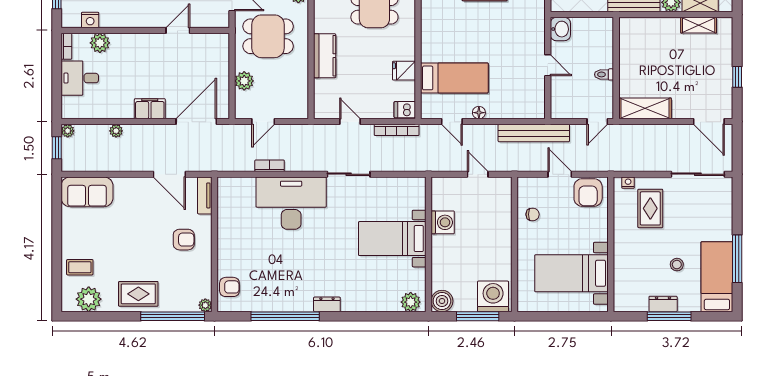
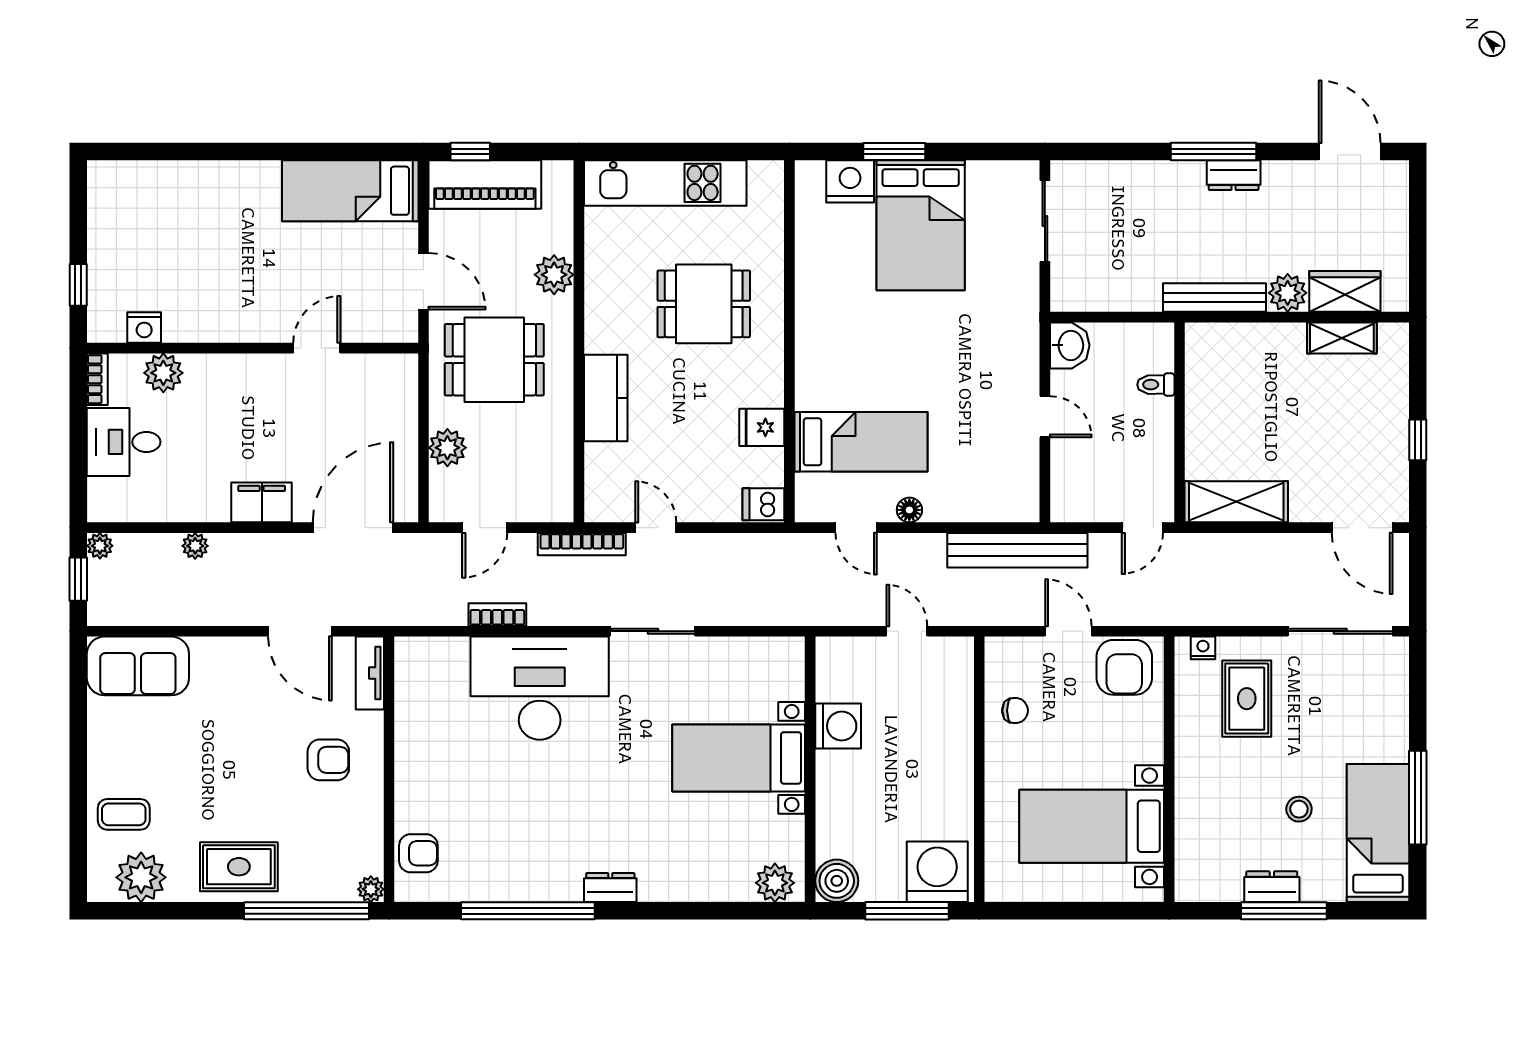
toilet: (604, 74) -> (1156, 385), moved
bookcase: (397, 130) -> (582, 544), moved

